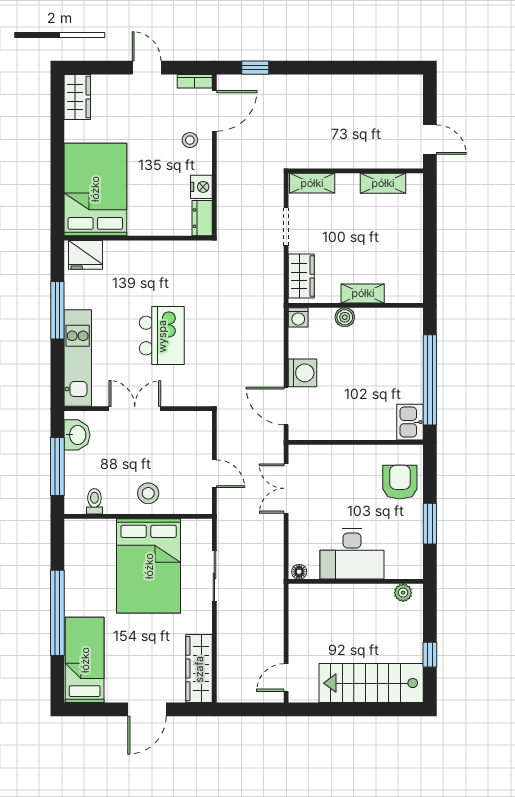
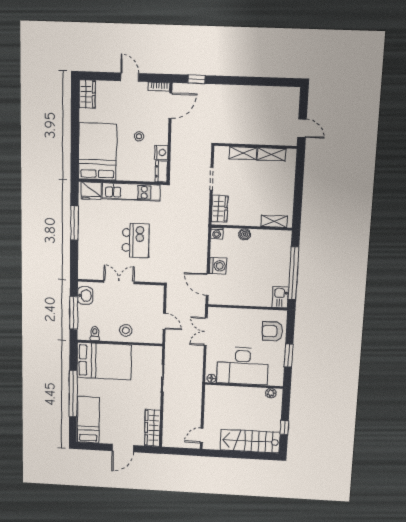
stool: (190, 140) -> (139, 136), moved
shelving: (312, 183) -> (243, 153), moved
shelving: (363, 293) -> (274, 221), moved
kitchen unit: (78, 358) -> (131, 192), moved, turned 90
armchair: (400, 482) -> (272, 331), turned -91
desk: (352, 554) -> (243, 366), width x1.36, depth x1.30
bed: (149, 566) -> (104, 361), moved, turned -90

